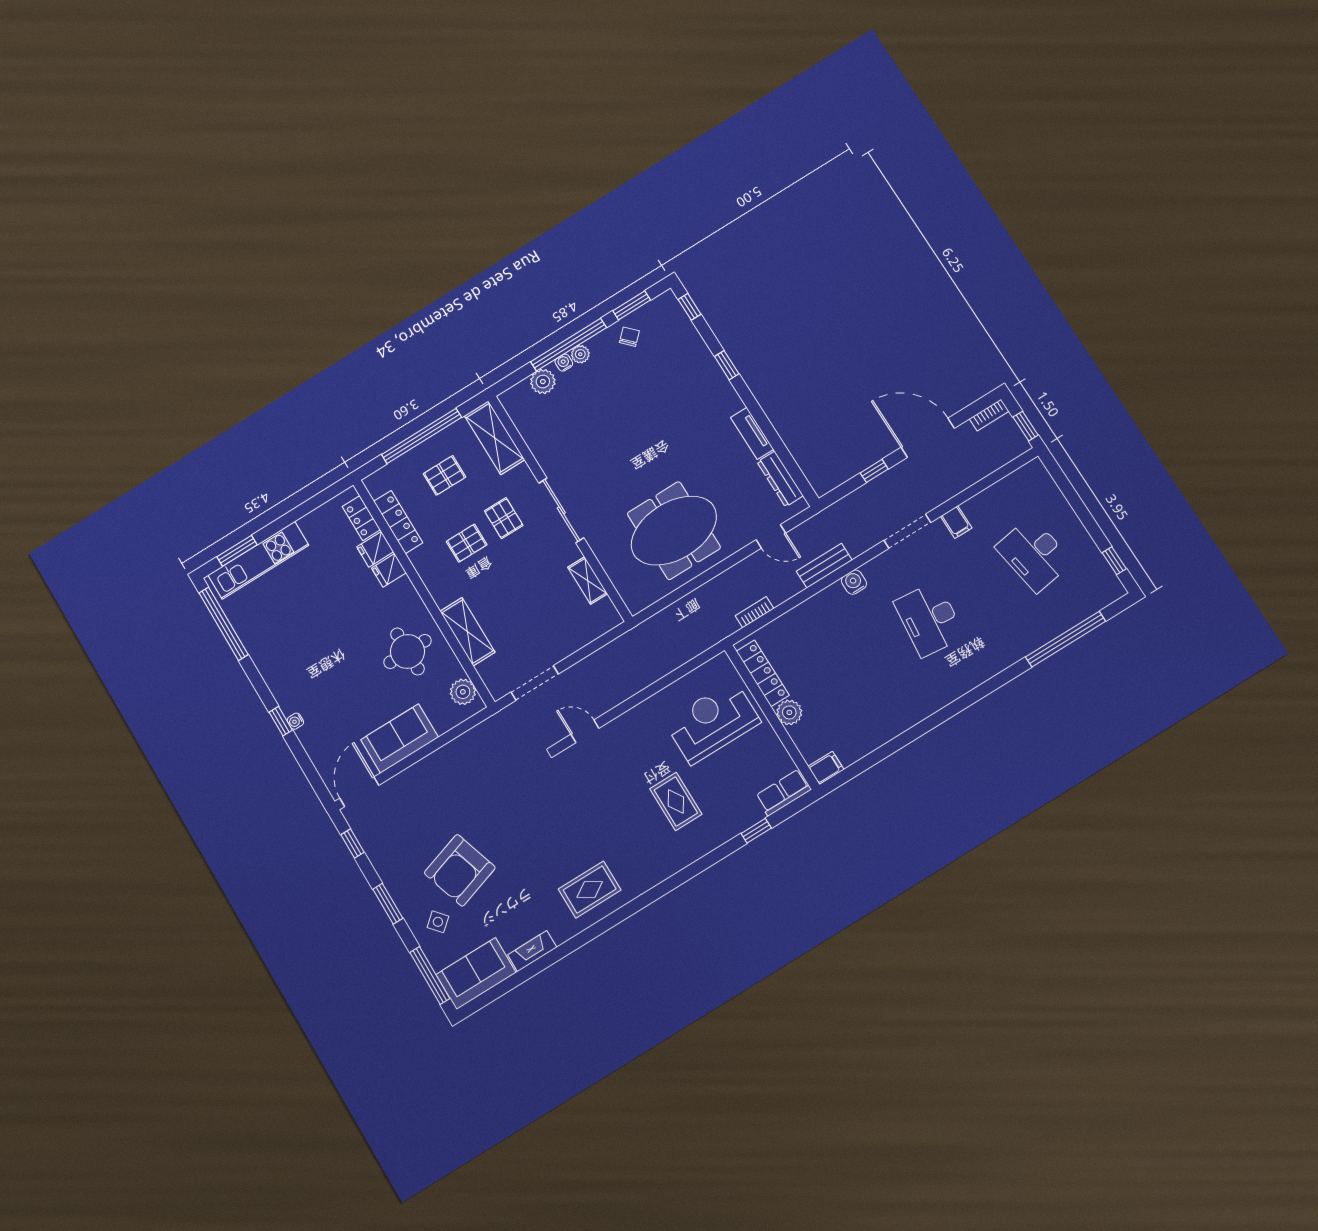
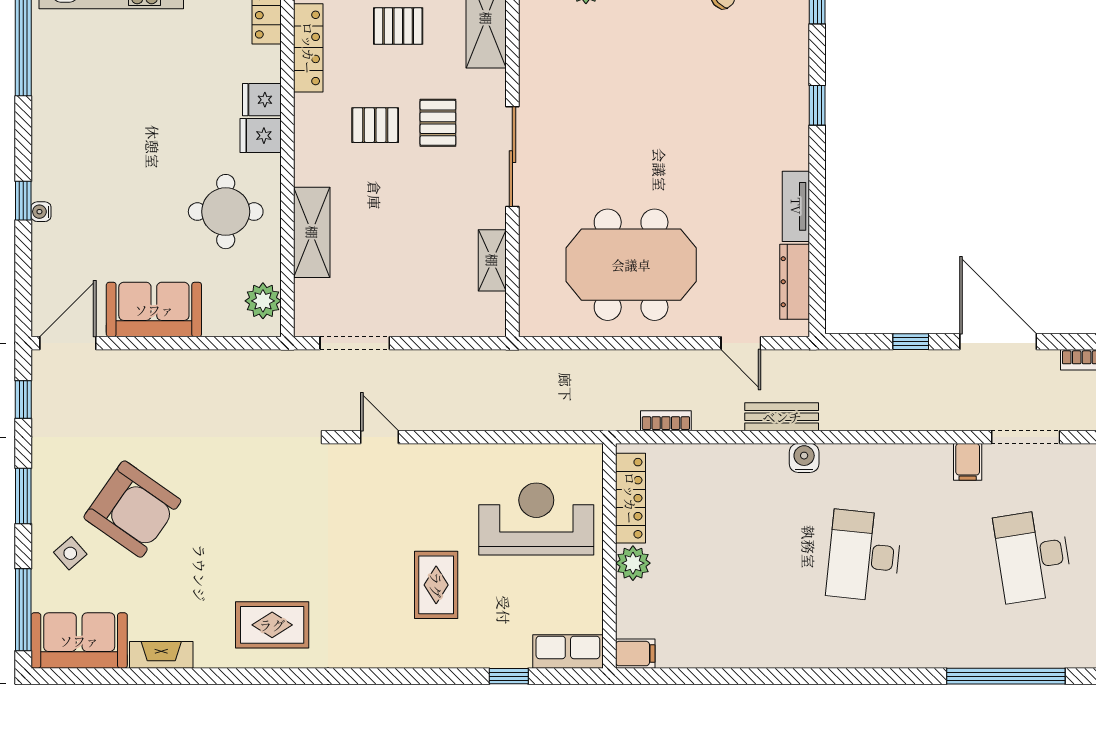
doorway: (907, 531) -> (1026, 437), moved
fridge: (375, 549) -> (261, 136), moved
armchair: (460, 870) -> (132, 509), turned -127

